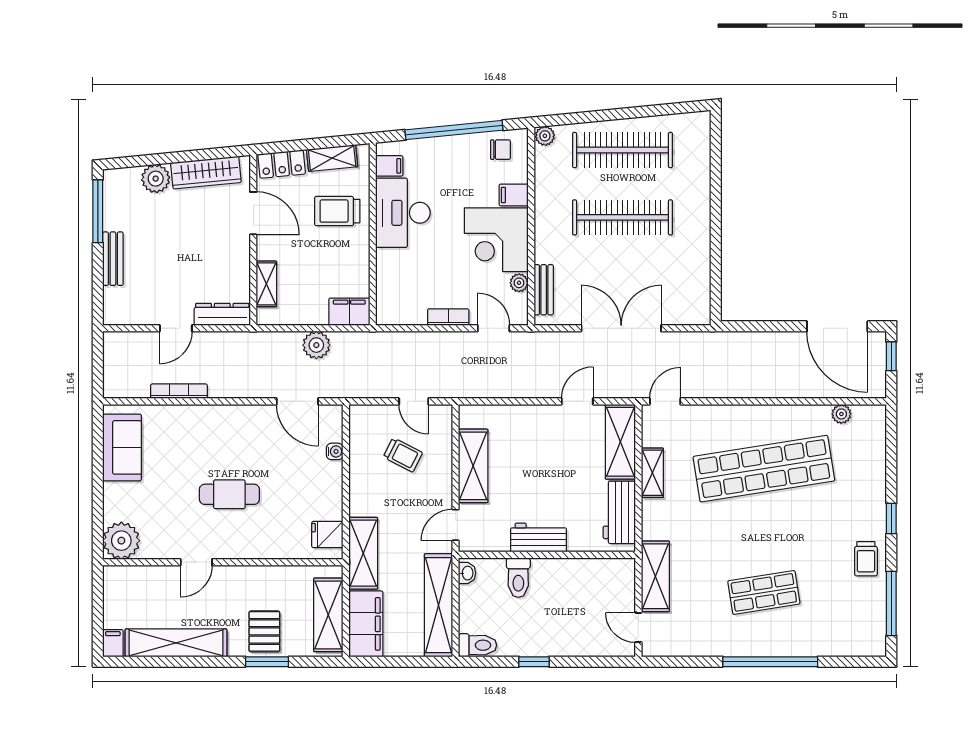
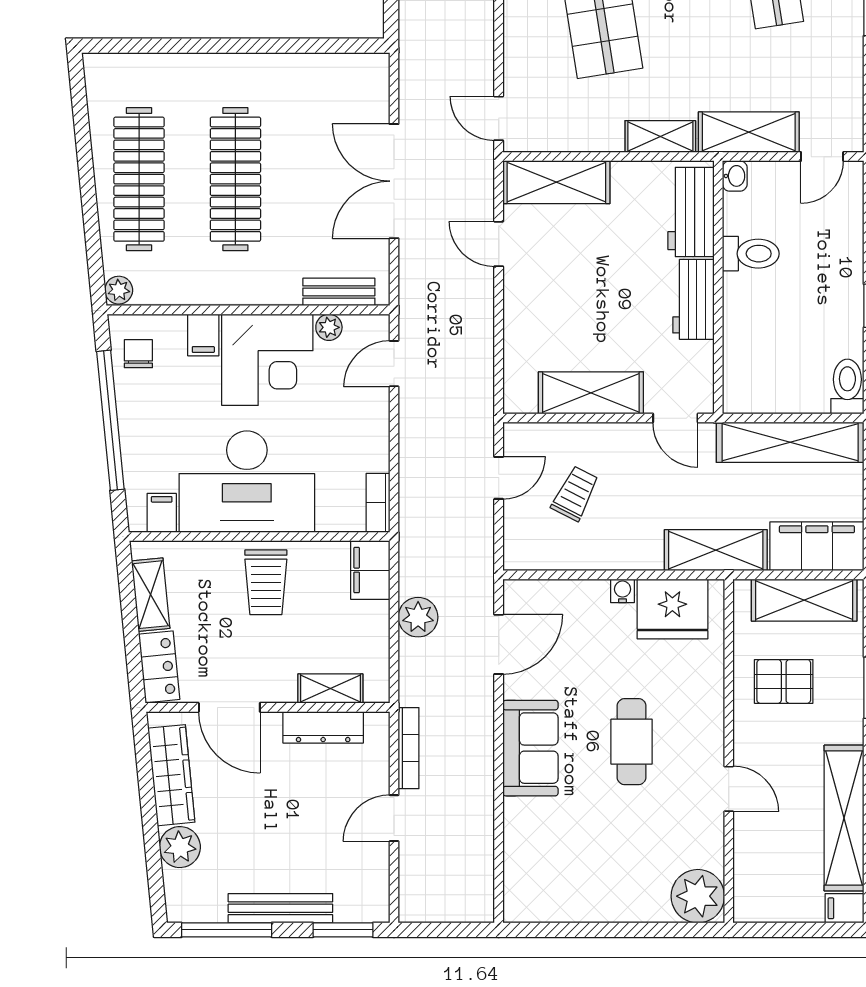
trolley: (337, 211) -> (266, 582), moved
door: (253, 213) -> (229, 707), swing flipped
desk: (403, 213) -> (247, 482), width x1.36, depth x1.30
bench: (113, 259) -> (280, 908), width x1.36
window: (98, 293) -> (343, 930), added
dresser: (222, 314) -> (323, 727), moved, turned -90
bookcase: (448, 317) -> (378, 503), moved
door: (176, 328) -> (394, 818), swing flipped
bookcase: (179, 391) -> (409, 748), moved, turned 180
sofa: (122, 447) -> (530, 748), moved, turned 90
water cooler: (335, 451) -> (623, 591), moved
shelving: (652, 473) -> (660, 136), moved
workbench: (619, 512) -> (691, 212), moved, turned 90
fridge: (327, 534) -> (672, 609), width x1.88, depth x1.34
washbasin: (467, 573) -> (735, 176), moved, turned 90
toilet: (518, 578) -> (751, 254), moved
pallet: (264, 631) -> (784, 681), moved

